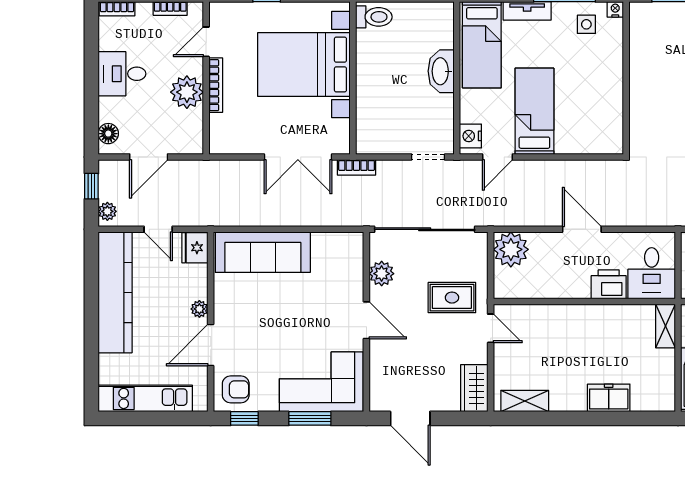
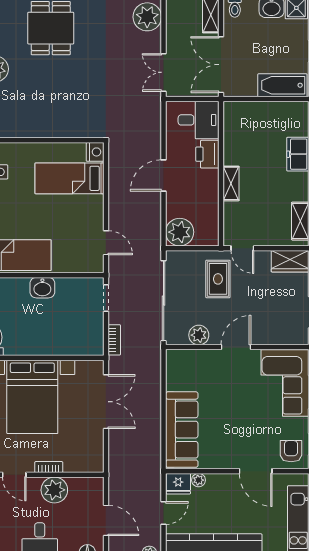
washbasin: (441, 71) -> (42, 288), width x0.72
bookcase: (216, 85) -> (49, 467), width x0.64
bed: (534, 111) -> (70, 178), moved
nightstand: (470, 136) -> (95, 152), moved, turned -90
bookcase: (357, 167) -> (114, 340), moved
plant: (199, 309) -> (199, 480), moved
shelving: (665, 326) -> (231, 183), moved, turned 90
door: (491, 328) -> (242, 248), swing flipped

